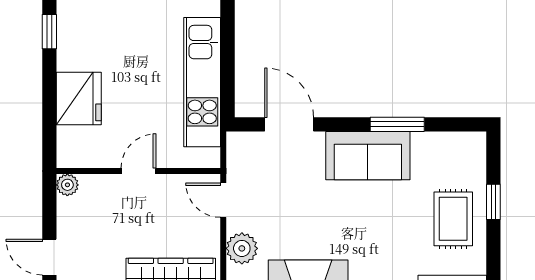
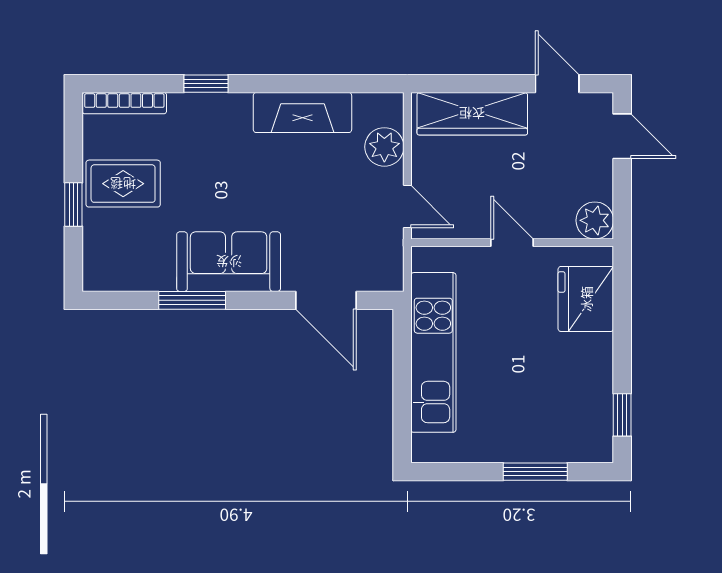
fridge: (79, 99) -> (586, 299), moved
door: (138, 171) -> (512, 243), swing flipped
plant: (67, 185) -> (595, 220), width x1.38, depth x1.38
rug: (453, 219) -> (123, 184), turned 90

